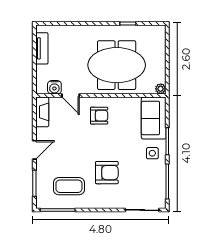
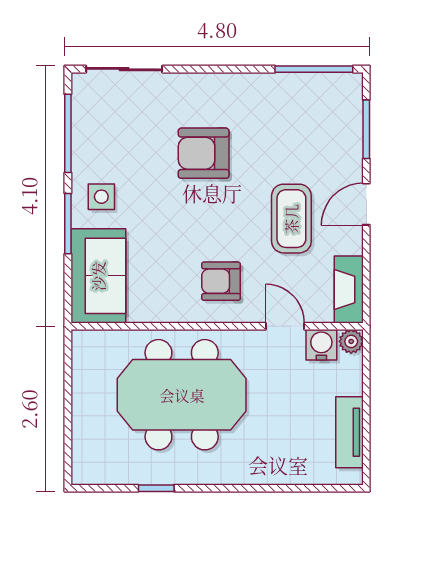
plant: (161, 89) -> (351, 341), moved
coffee table: (69, 186) -> (291, 219), moved, turned 90

